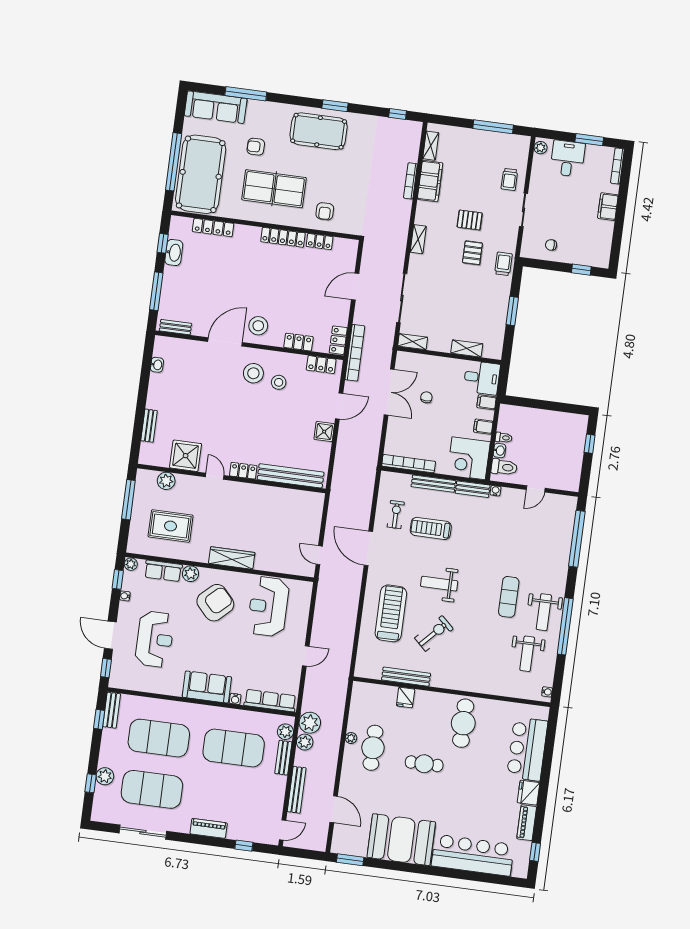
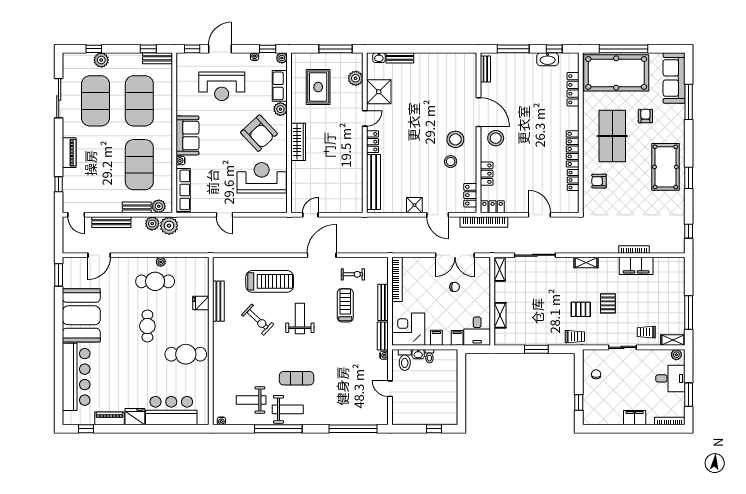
shelving: (431, 146) -> (673, 340), moved
washbasin: (157, 365) -> (379, 58), moved
weight bench: (544, 612) -> (288, 409), turned 180

